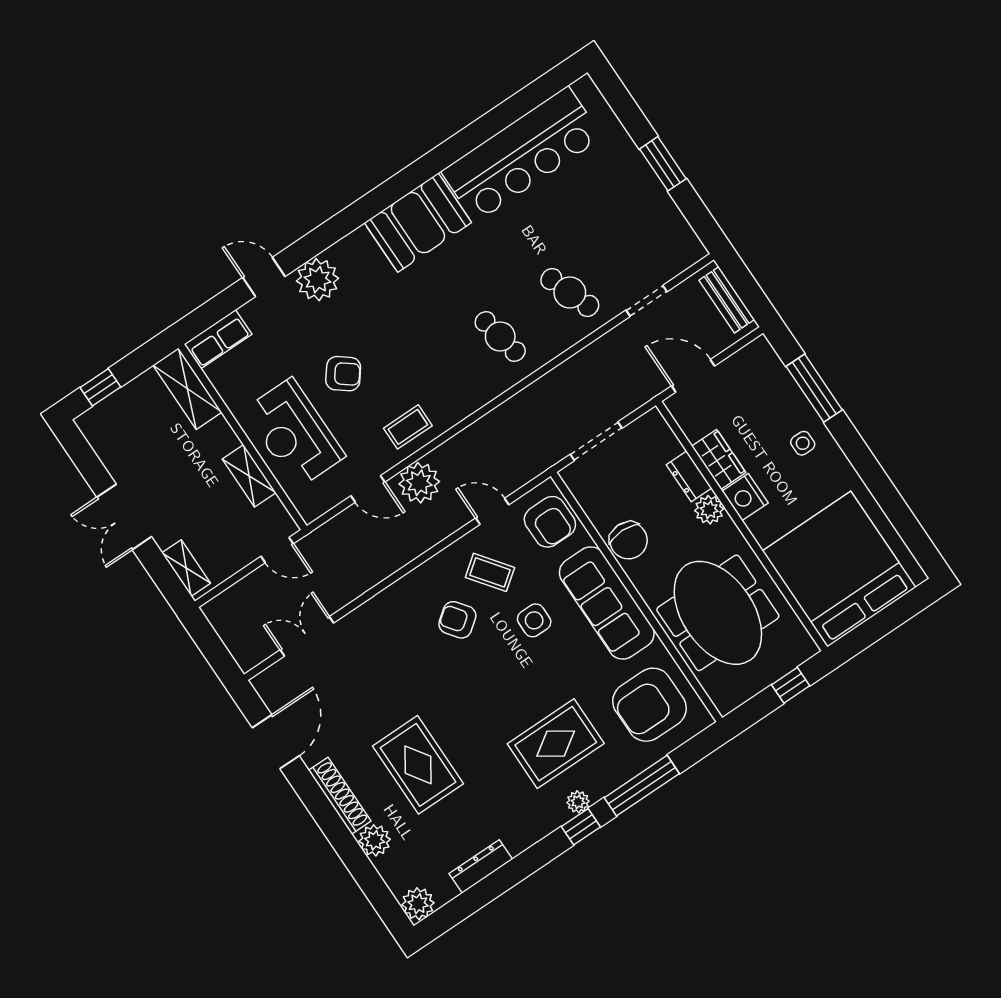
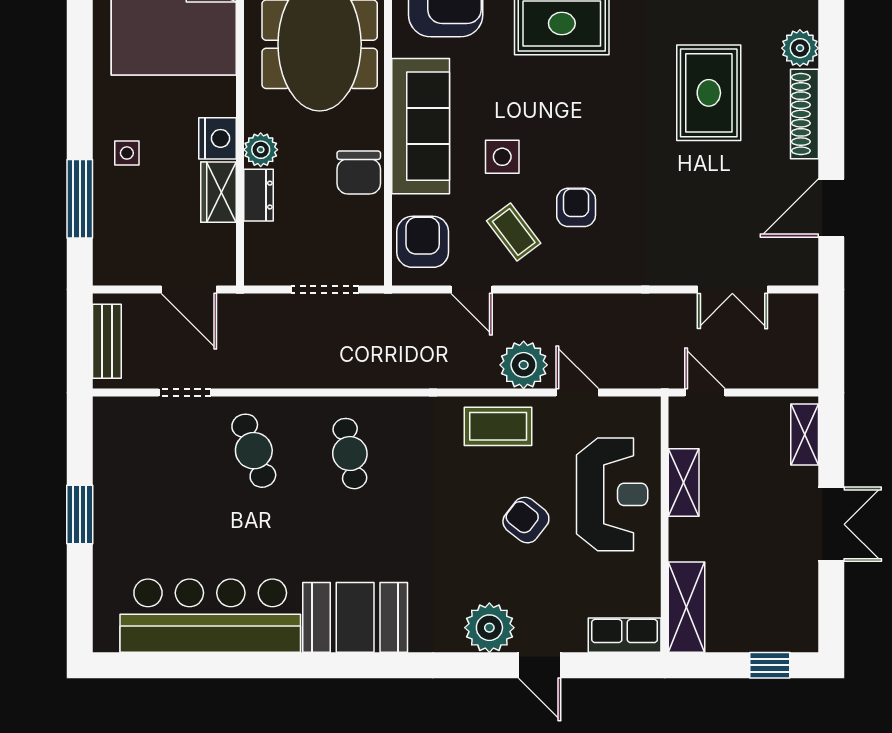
coffee table: (408, 427) -> (498, 426), width x1.36, depth x1.30
chair: (629, 540) -> (359, 172), turned 180
armchair: (457, 620) -> (576, 207), turned -143

